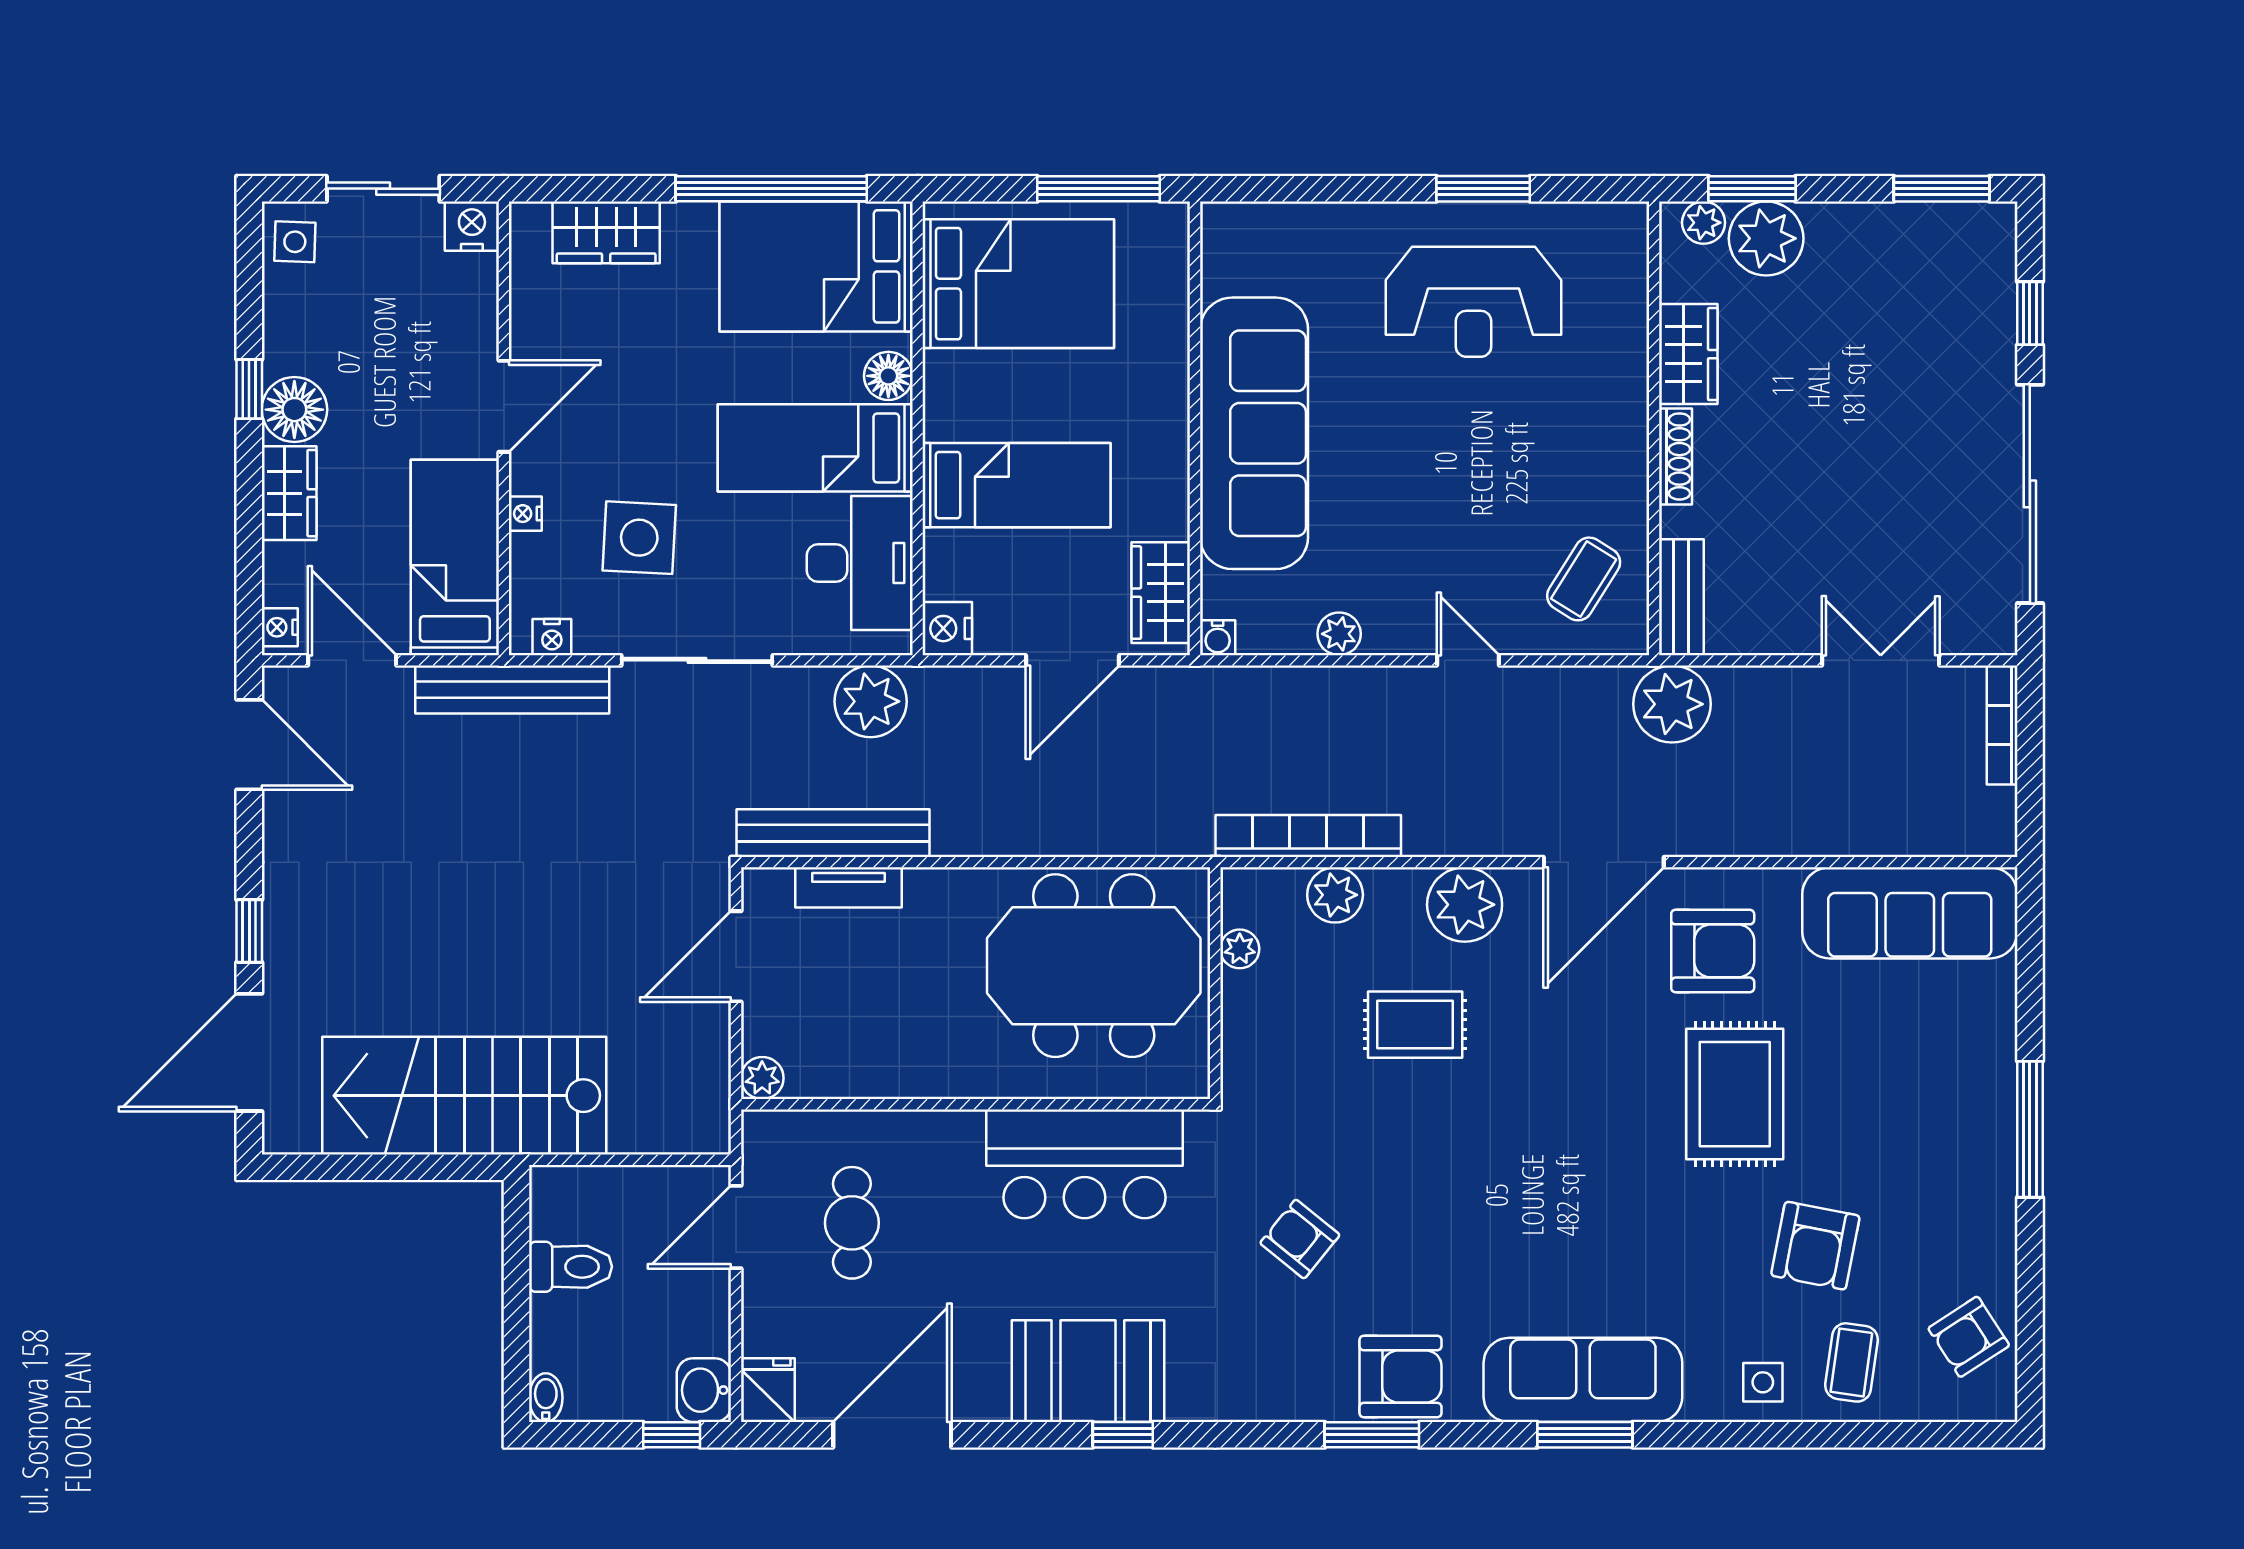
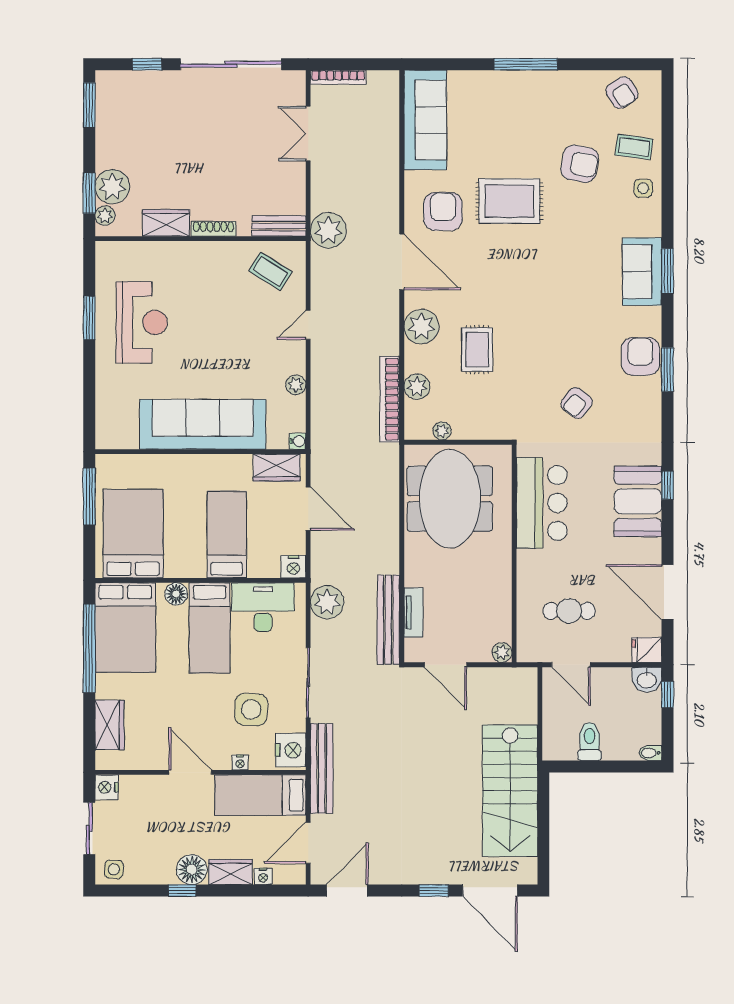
nightstand: (280, 627) -> (263, 876), moved
nightstand: (552, 637) -> (291, 750), width x1.89, depth x1.79
sofa: (1583, 1380) -> (642, 272), width x0.73

